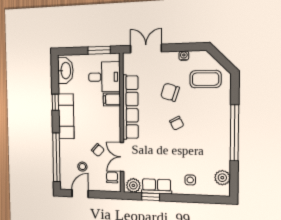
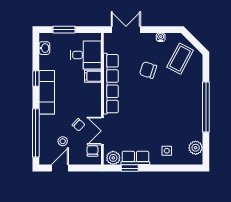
window: (99, 50) -> (64, 30), moved
washbasin: (65, 71) -> (44, 48), width x0.52, depth x0.69
coffee table: (205, 79) -> (180, 59), turned -62
chair: (177, 123) -> (154, 99), removed

